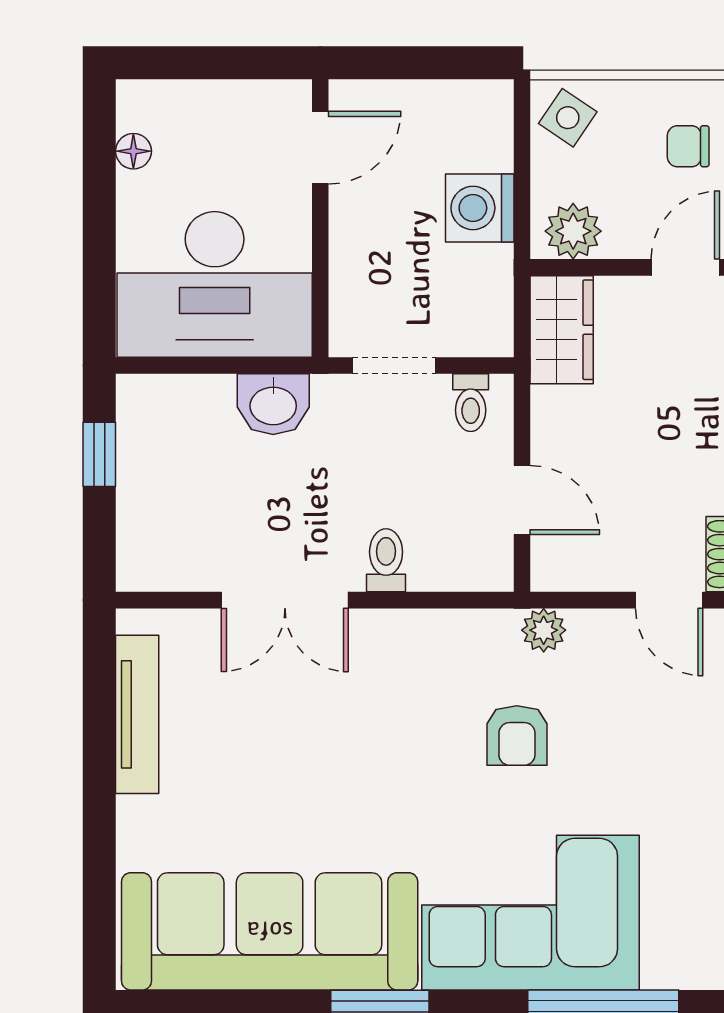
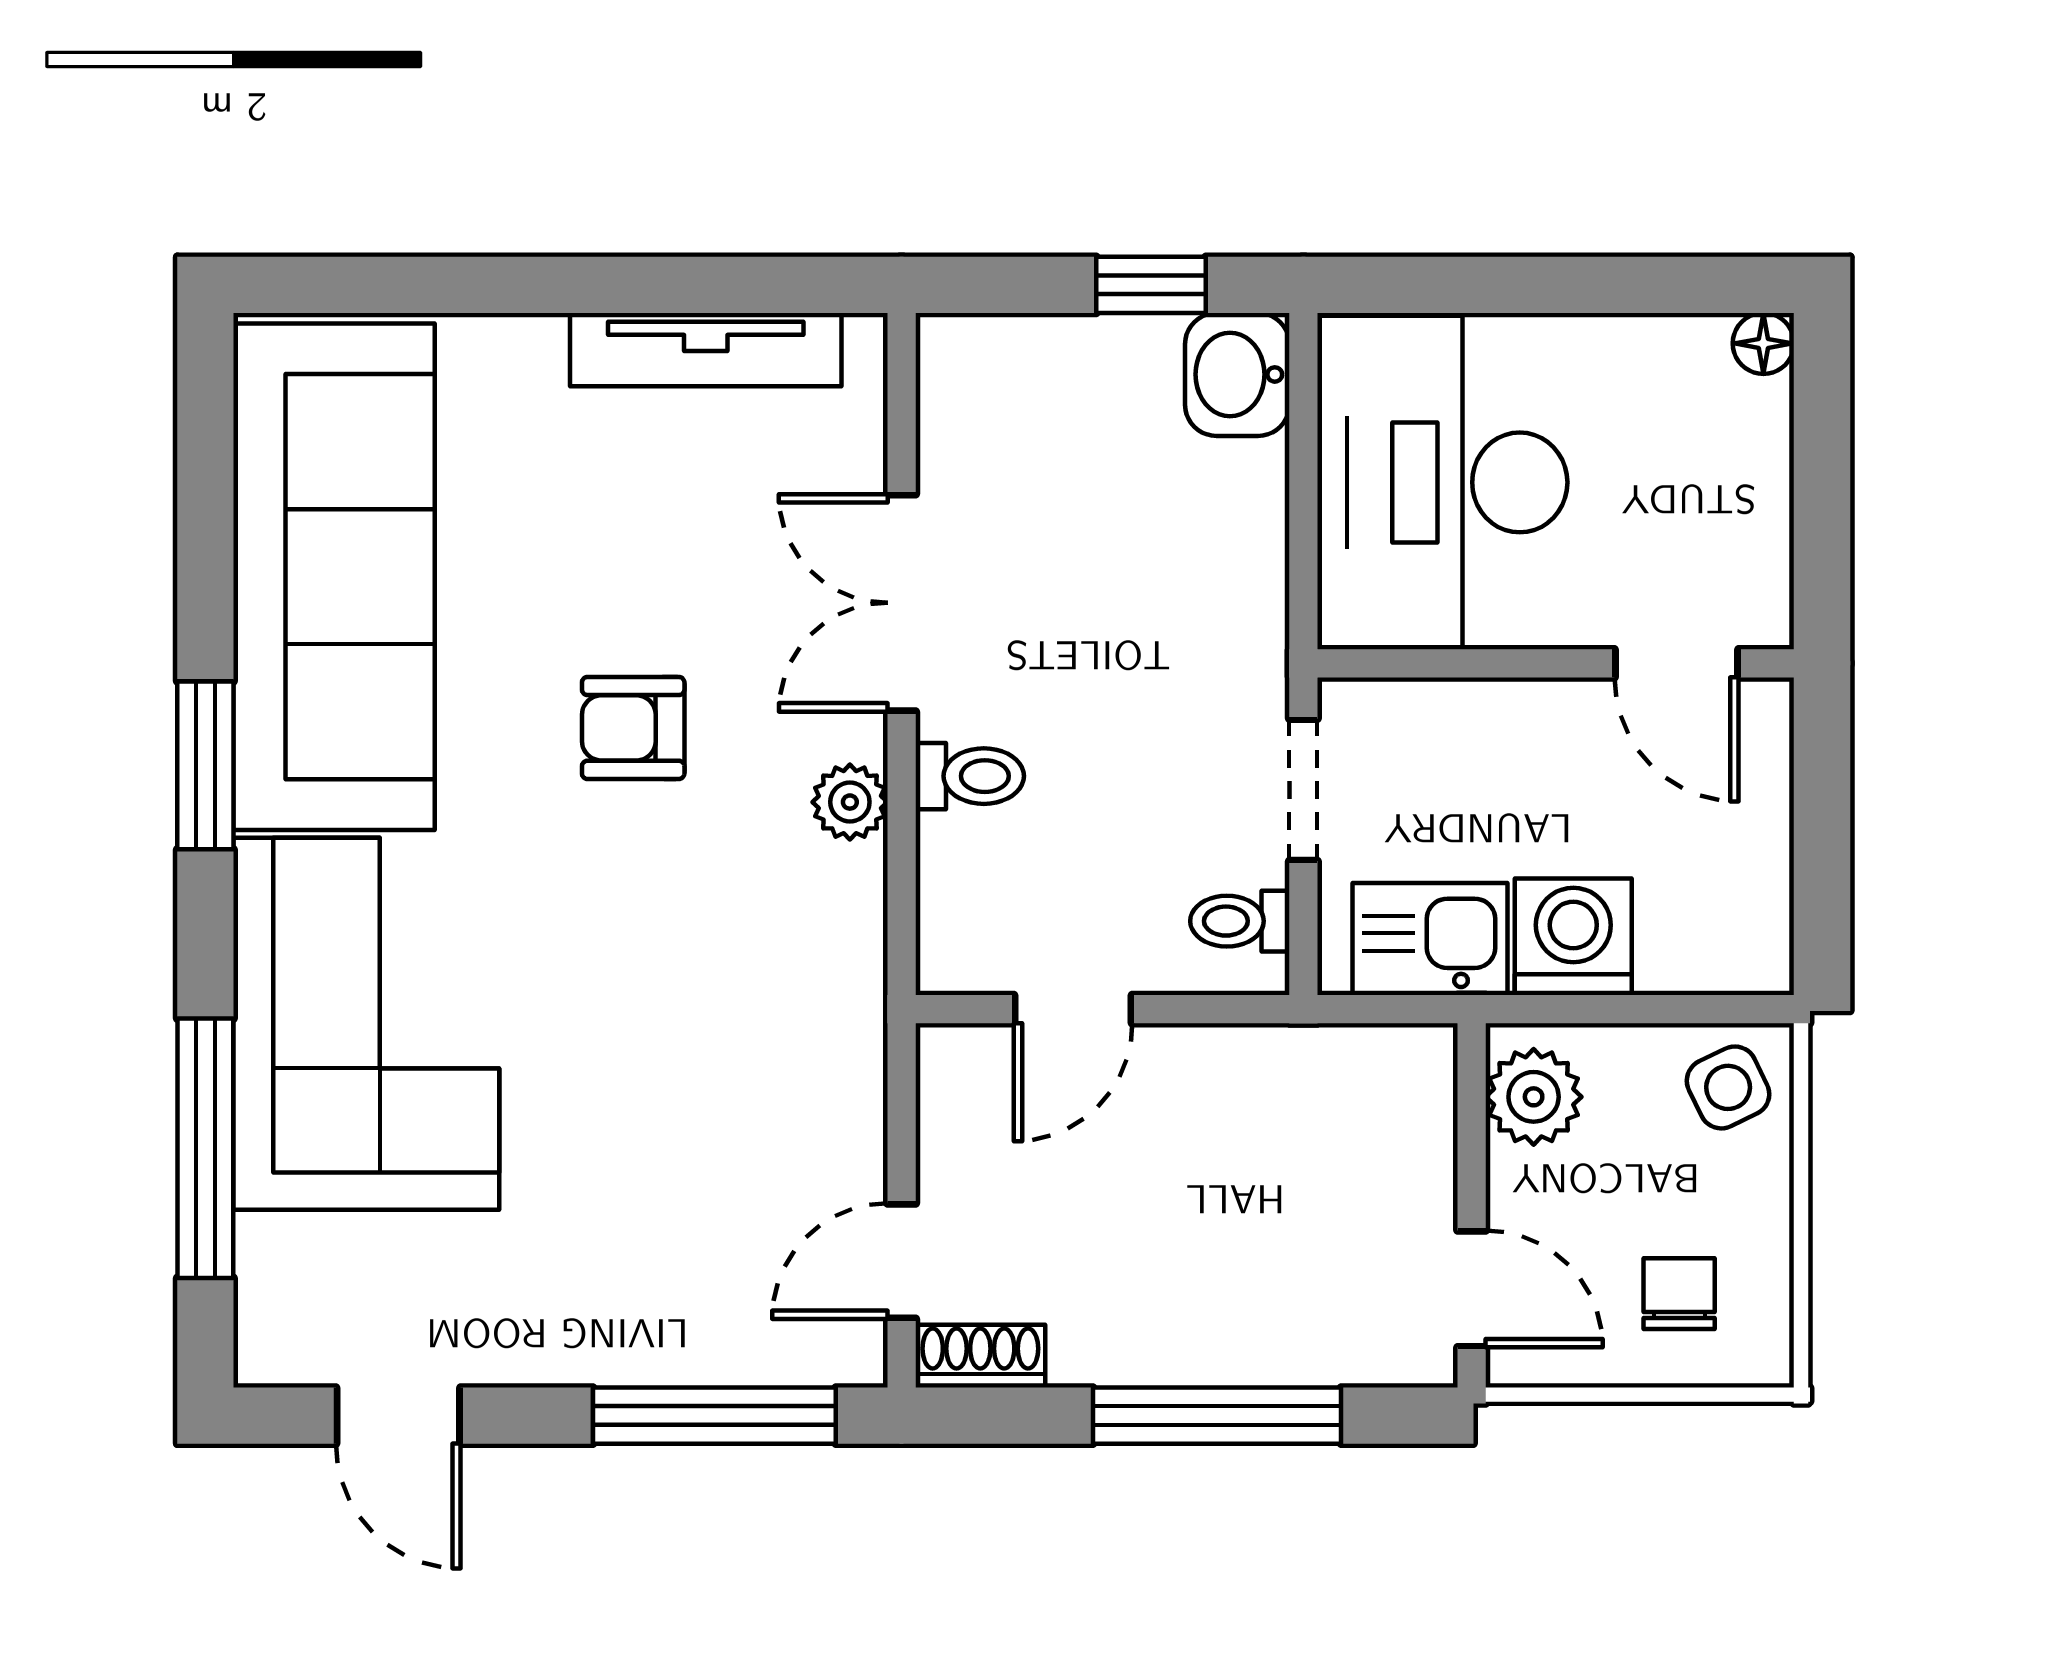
side table: (568, 118) -> (1728, 1087), turned 30
floor lamp: (133, 151) -> (1763, 343), moved
kitchen sink: (481, 292) -> (1430, 939), added
wardrobe: (562, 330) -> (1365, 1077), removed
washbasin: (273, 404) -> (1237, 374), moved
plant: (544, 630) -> (850, 802), moved
armchair: (517, 736) -> (633, 728), moved

